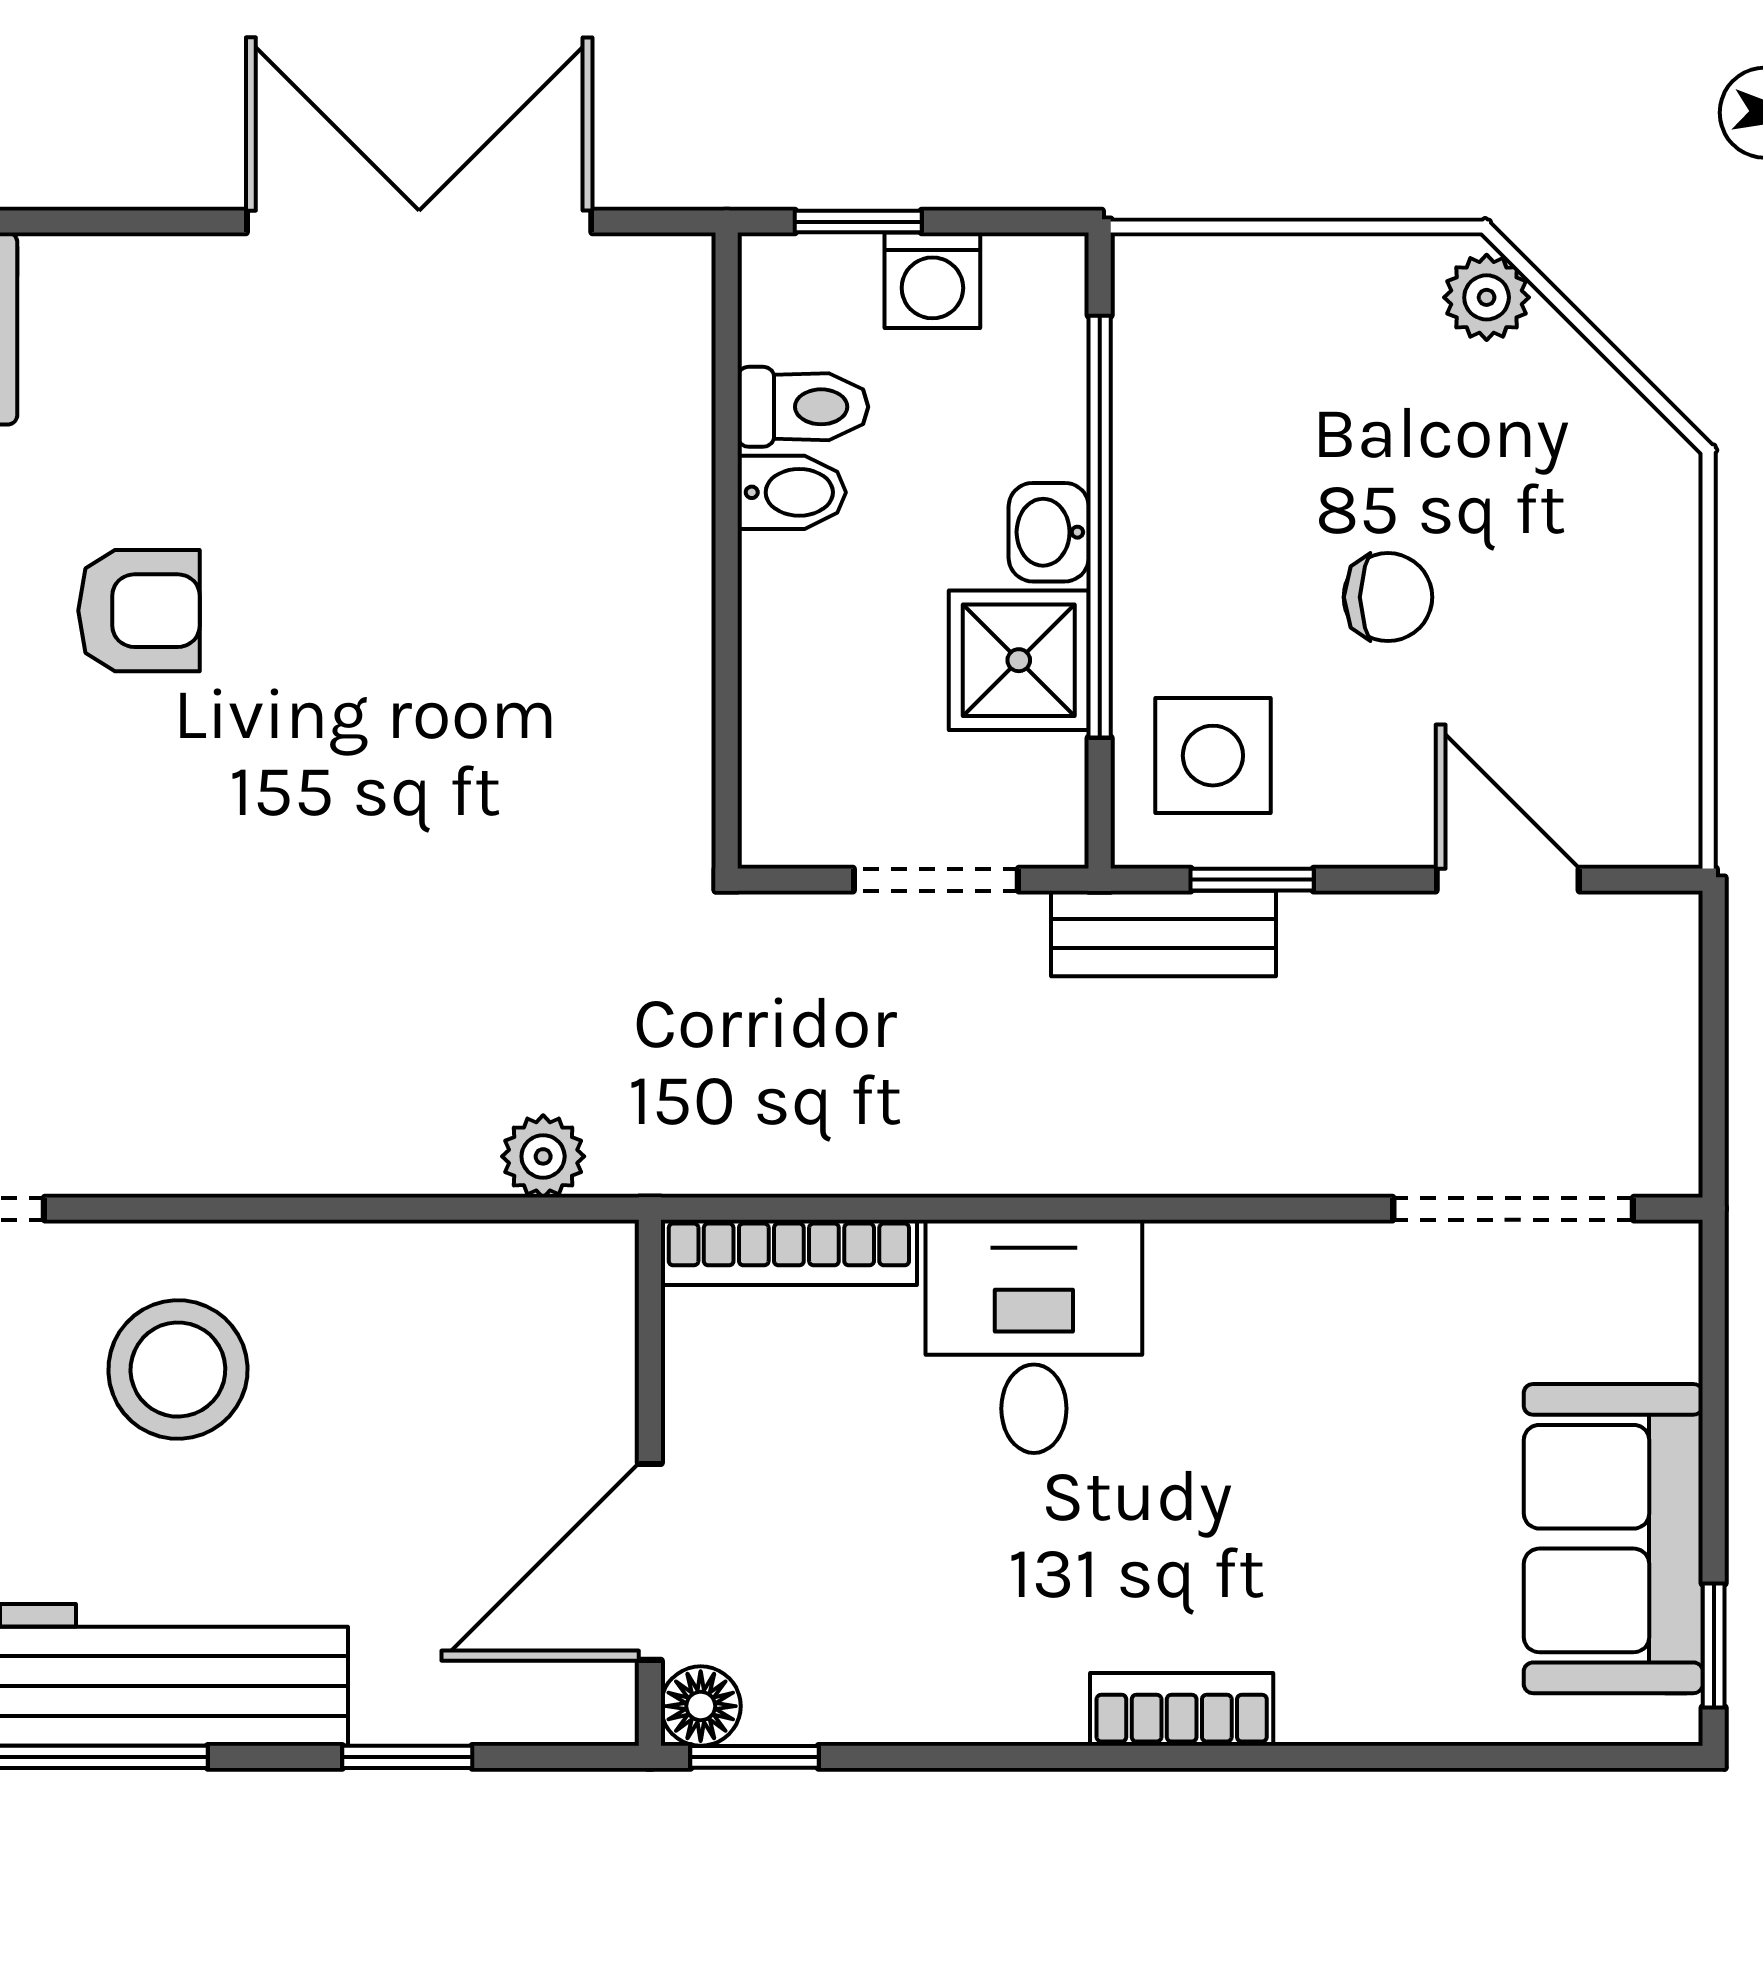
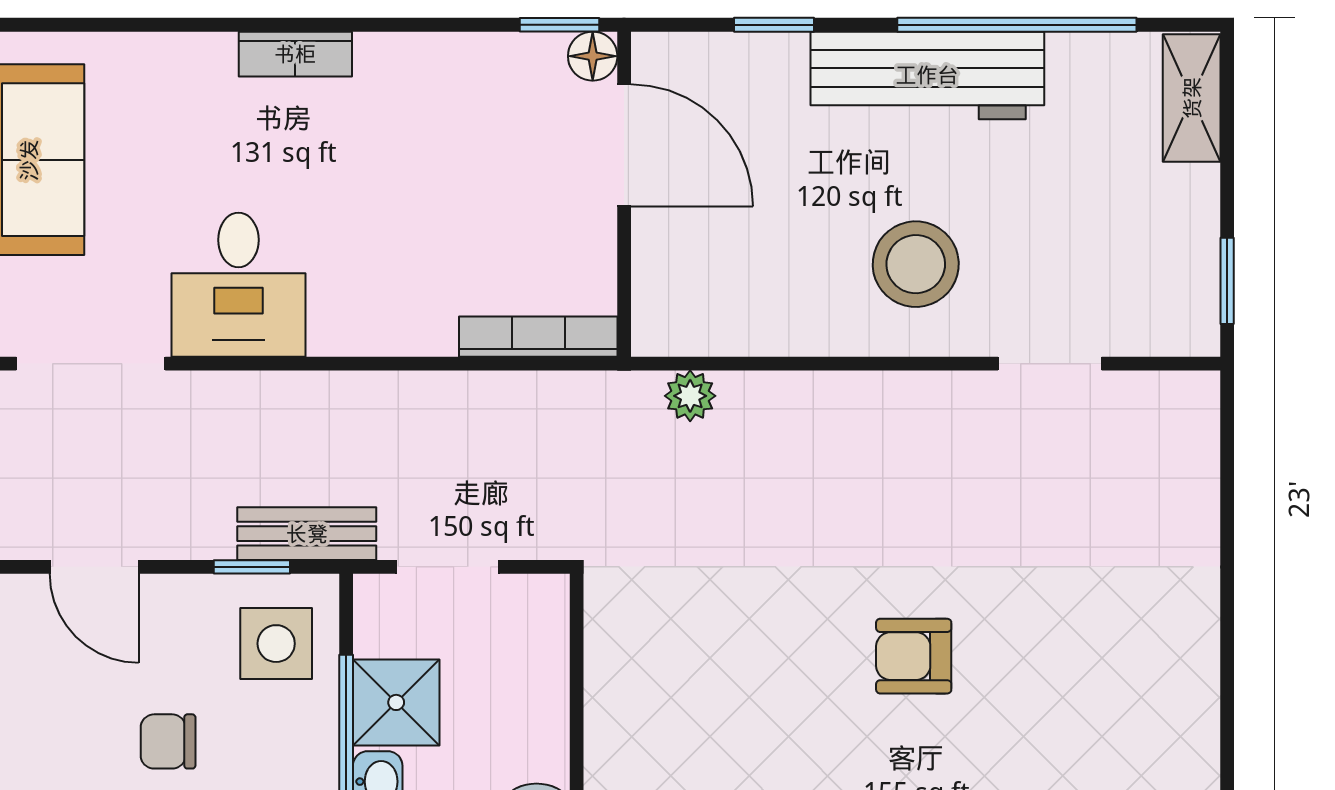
armchair: (139, 611) -> (914, 656), moved
desk: (1034, 1336) -> (238, 285), moved
door: (650, 1562) -> (624, 145), hinge flipped

